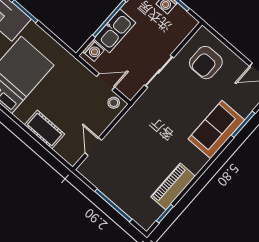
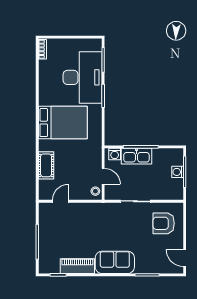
sofa: (216, 129) -> (115, 262), moved

